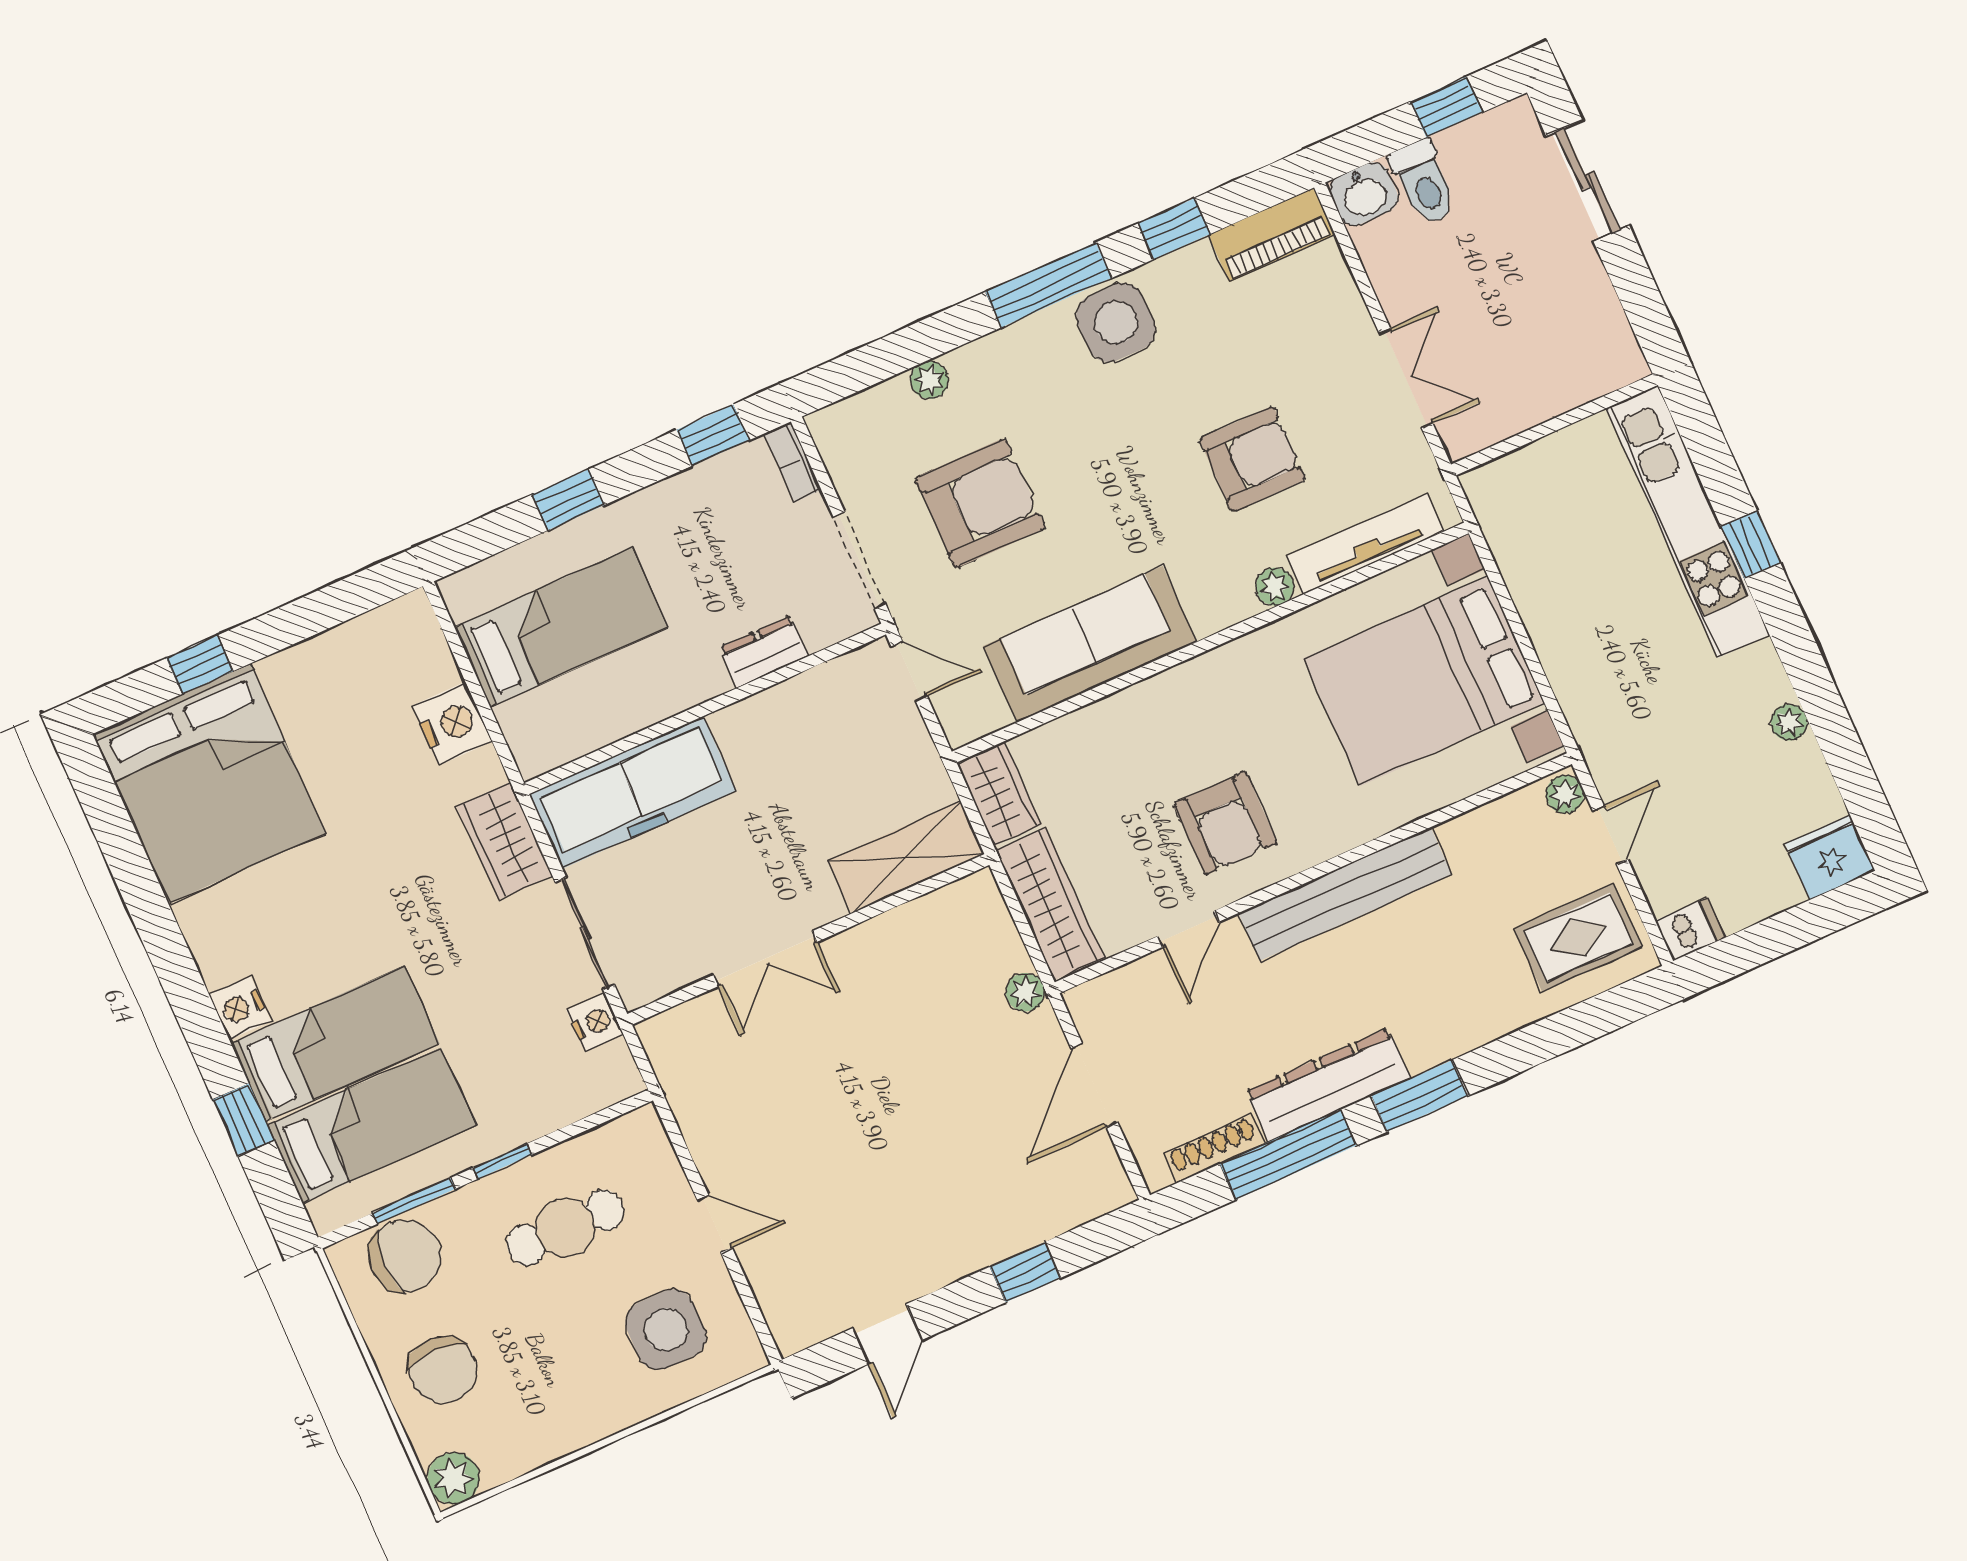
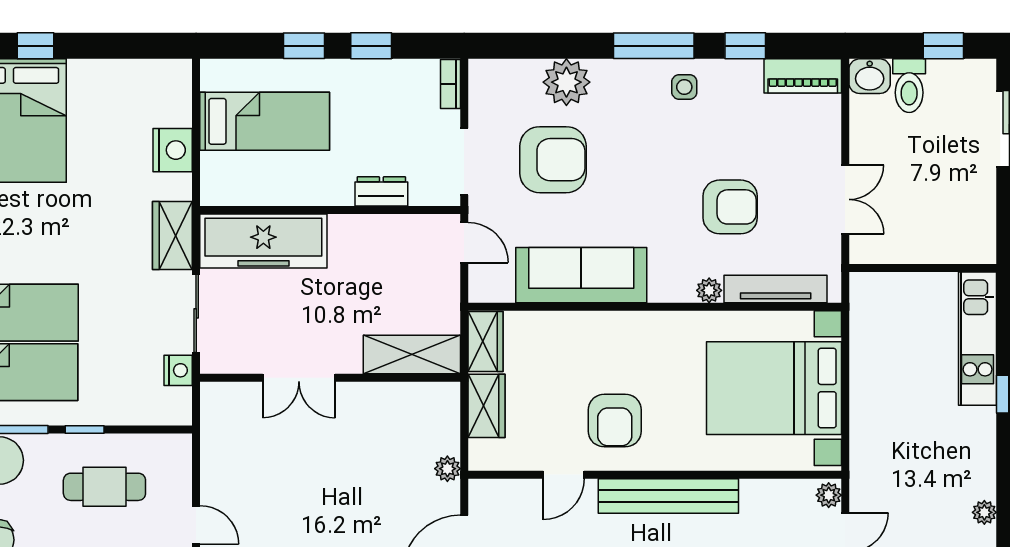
side table: (1116, 323) -> (684, 87), width x0.54, depth x0.54
plant: (929, 380) -> (566, 82), width x1.87, depth x1.87
window: (713, 435) -> (371, 46), moved
kitchen unit: (1688, 521) -> (978, 339), width x0.73
wardrobe: (1050, 904) -> (486, 406), width x0.67

